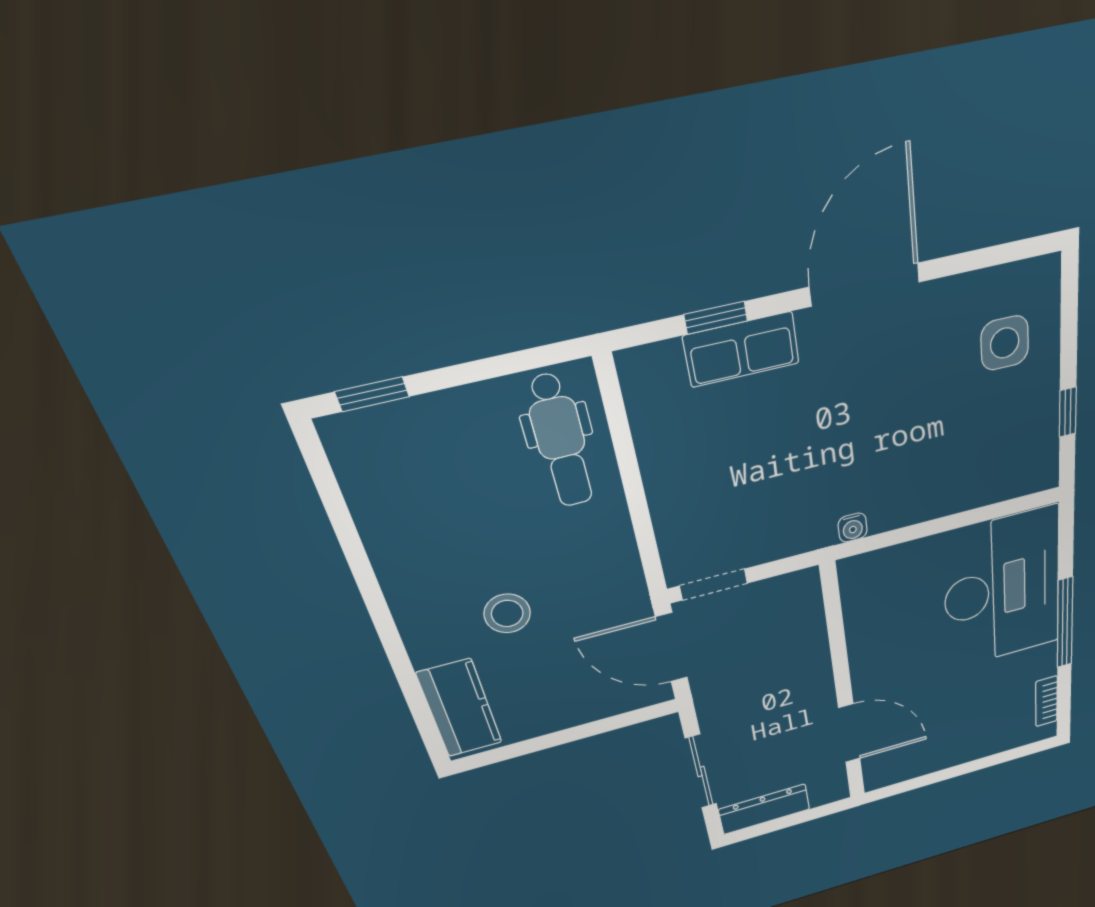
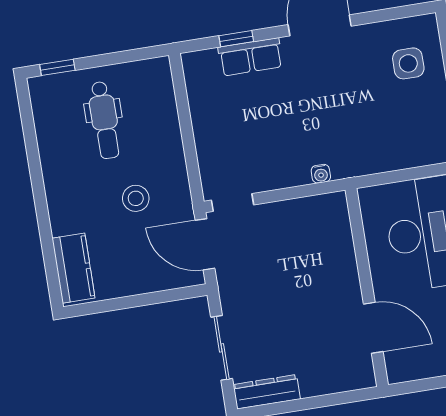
dental chair: (561, 441) -> (104, 120), moved
stool: (507, 613) -> (136, 198), moved
wall: (843, 688) -> (367, 287), moved
door: (849, 733) -> (373, 328), moved

